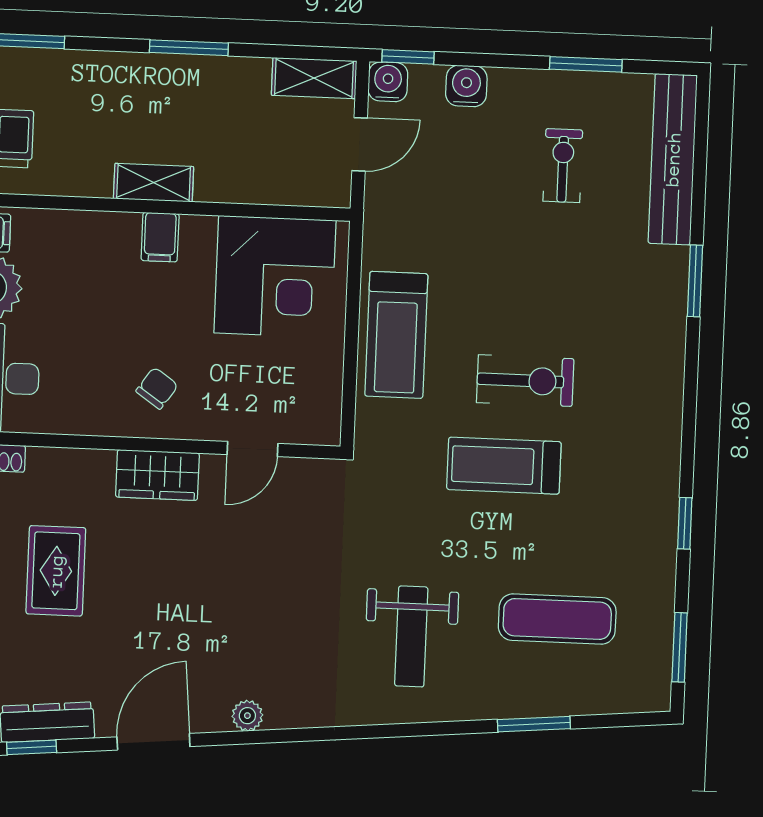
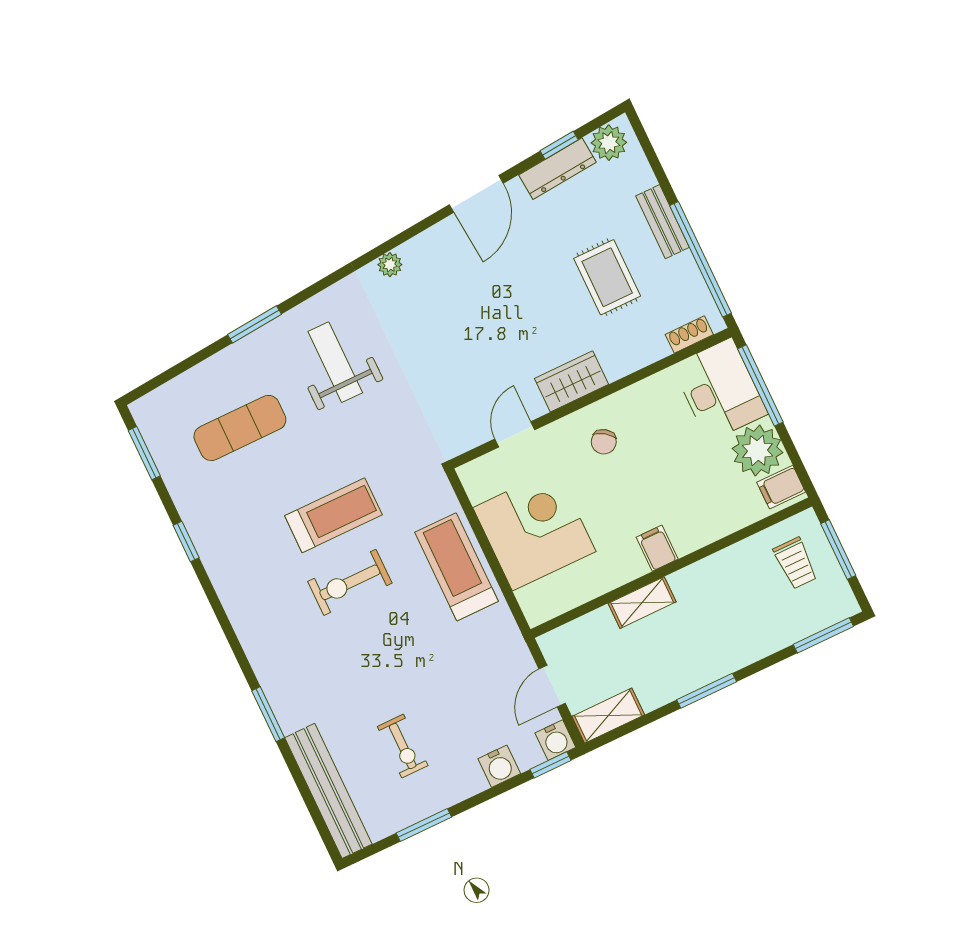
shelving: (154, 183) -> (642, 603), moved
corner desk: (275, 277) -> (534, 530), moved, turned 90
plant: (247, 716) -> (390, 265), moved
window: (534, 724) -> (254, 324), moved

